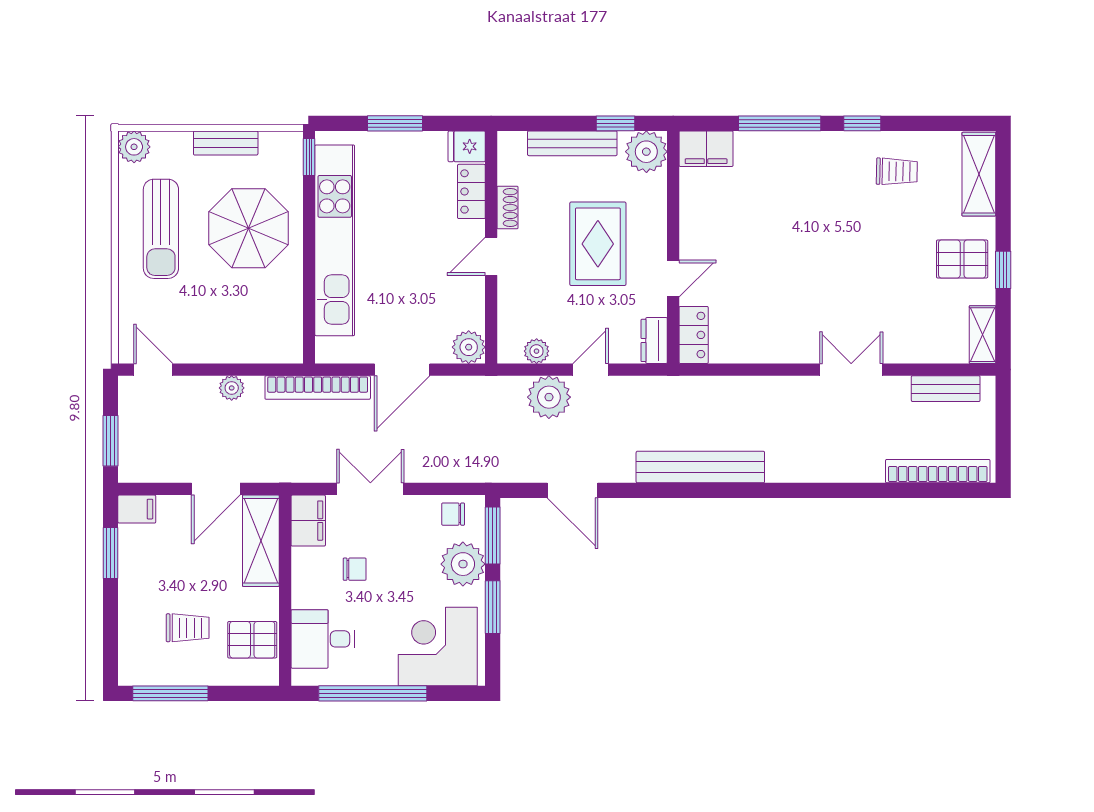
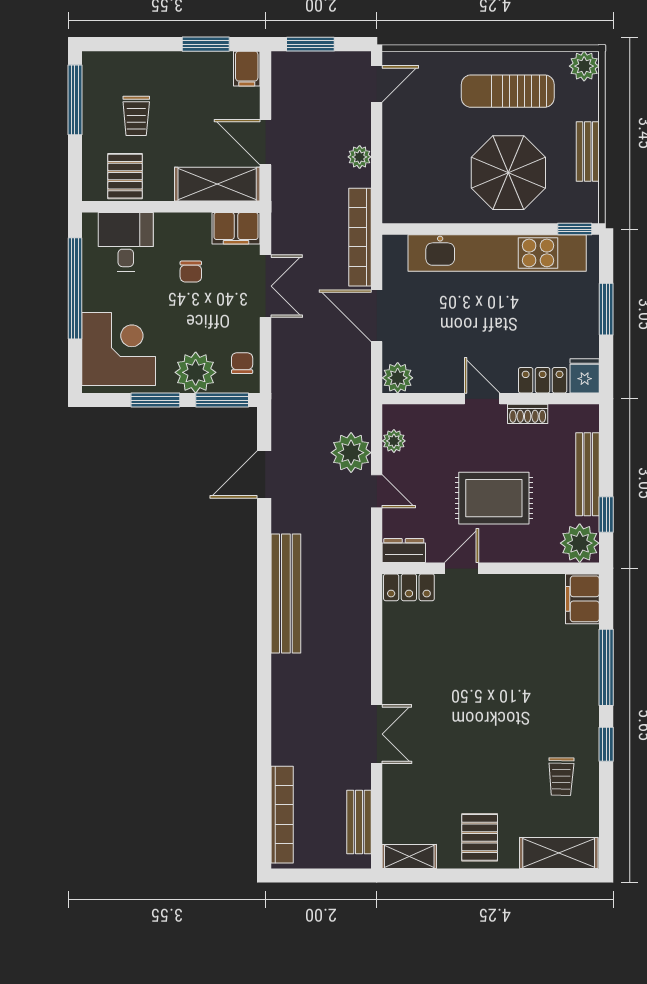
window: (1003, 270) -> (469, 876), removed
door: (673, 279) -> (461, 568), swing flipped

